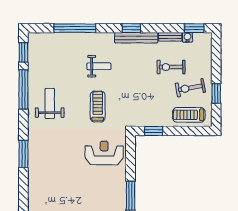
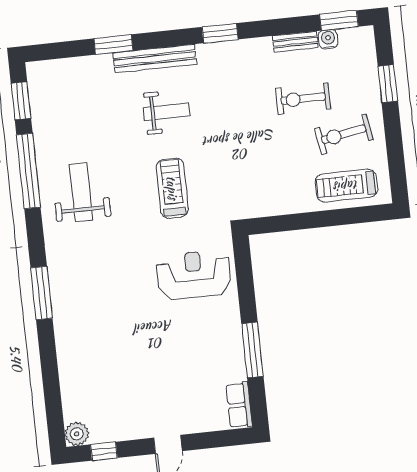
window: (75, 28) -> (113, 45), width x0.47
bench: (136, 38) -> (155, 59), moved
window: (216, 93) -> (388, 84), moved
window: (154, 131) -> (283, 223), removed

